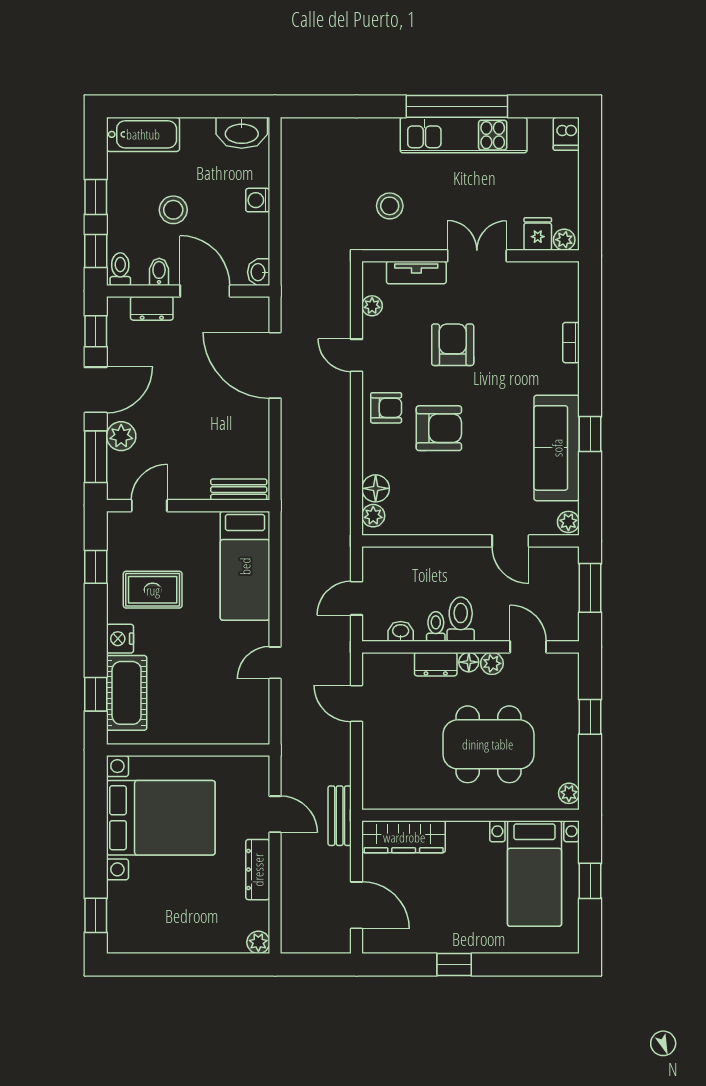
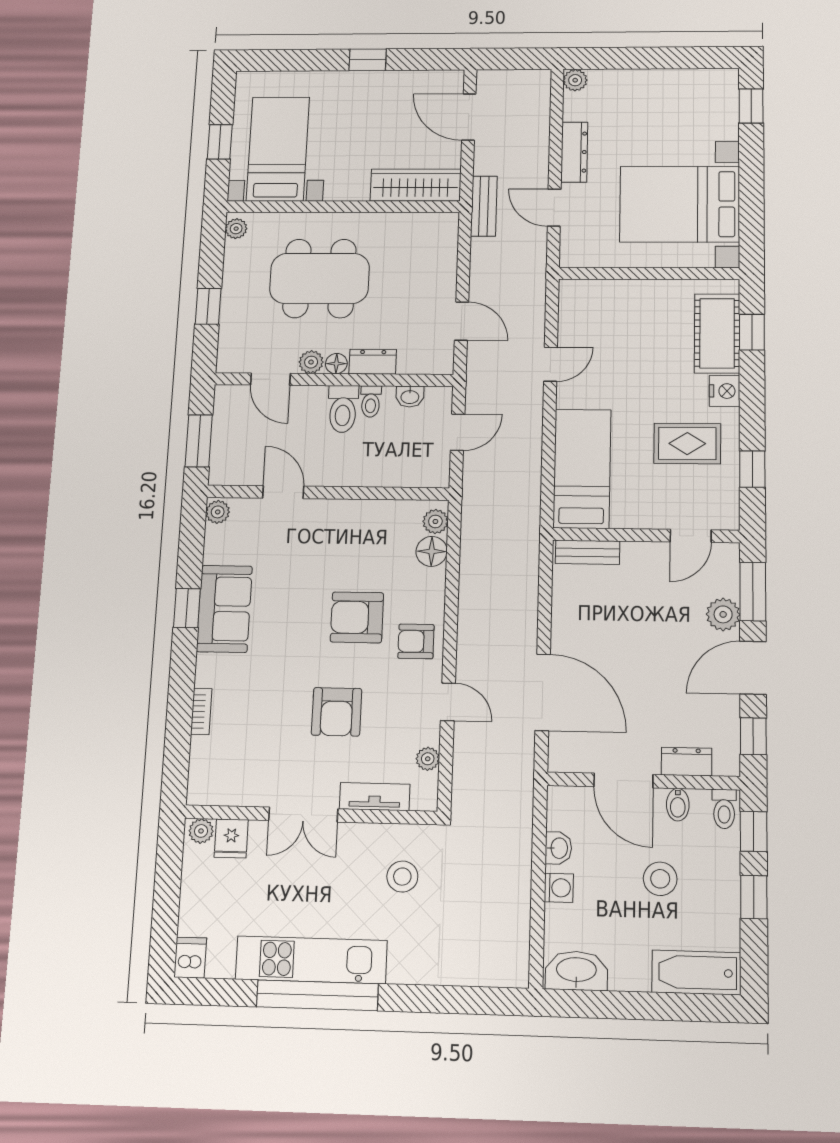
washbasin: (259, 272) -> (558, 848), moved
sofa: (557, 448) -> (224, 609), width x0.73

